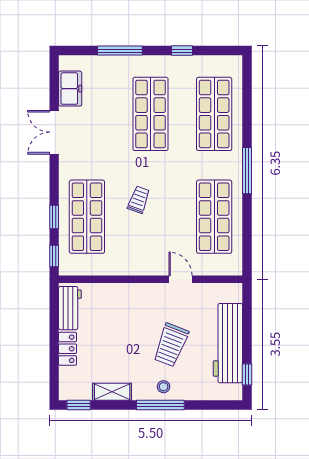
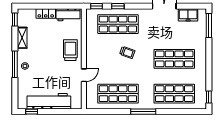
window: (120, 51) -> (209, 26), moved
window: (182, 51) -> (209, 97), moved
trolley: (171, 345) -> (70, 50), moved, turned 69

